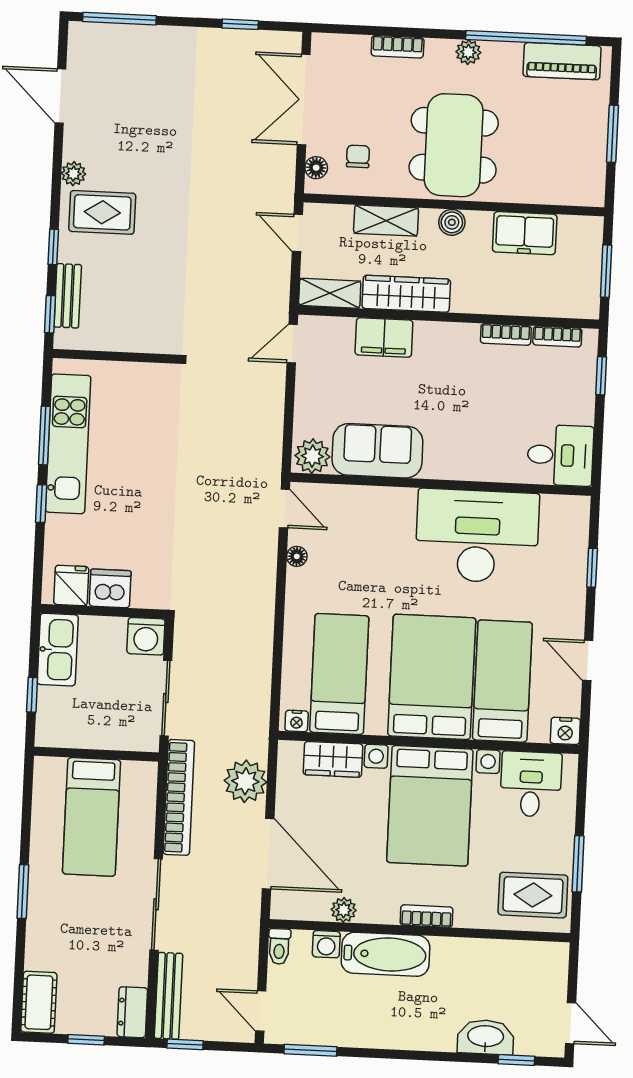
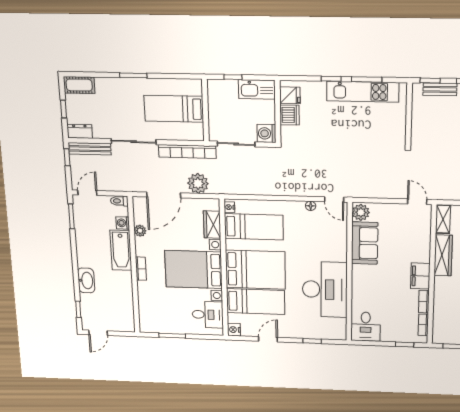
filing cabinet: (384, 337) -> (420, 276), moved
door: (284, 508) -> (334, 199), hinge flipped
rug: (533, 895) -> (156, 316), removed
washbasin: (486, 1037) -> (86, 280), moved

